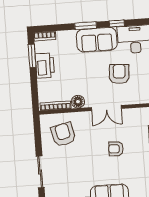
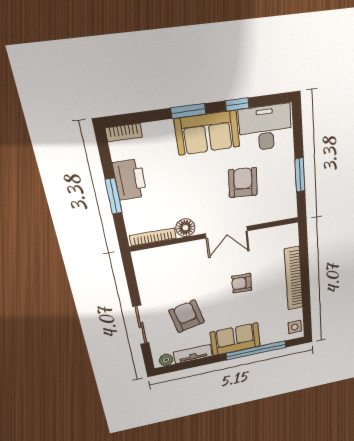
window: (32, 56) -> (114, 196), moved
armchair: (63, 134) -> (187, 316), moved

